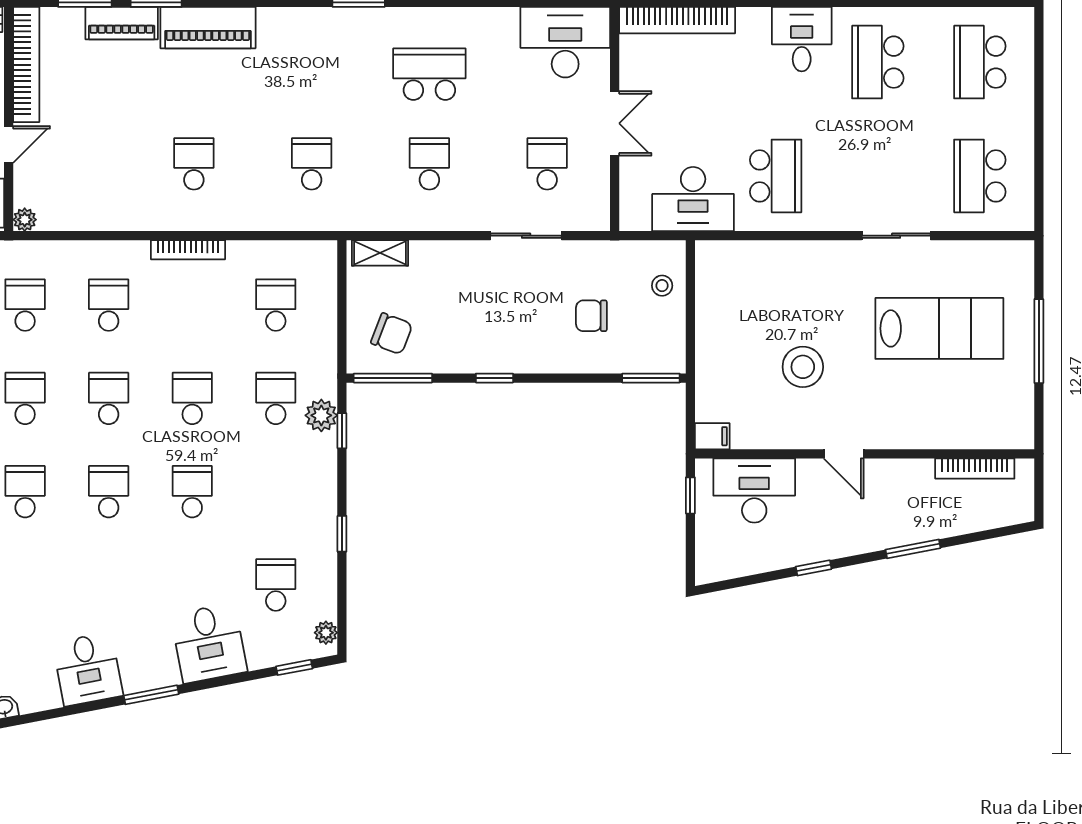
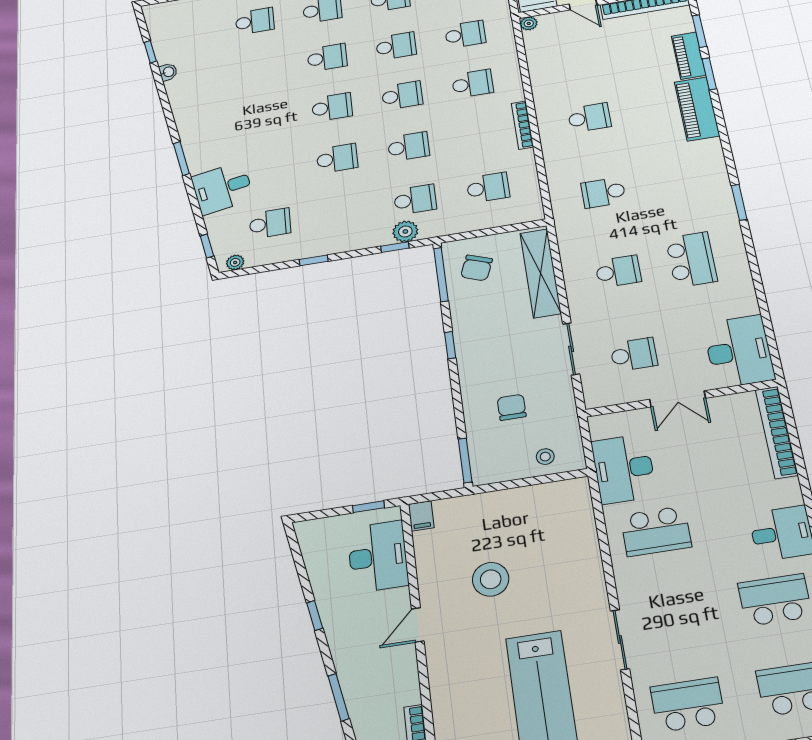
school desk: (312, 164) -> (603, 193), turned 180
shelving: (380, 253) -> (540, 273), width x2.20, depth x1.33
desk: (88, 669) -> (199, 117), removed

